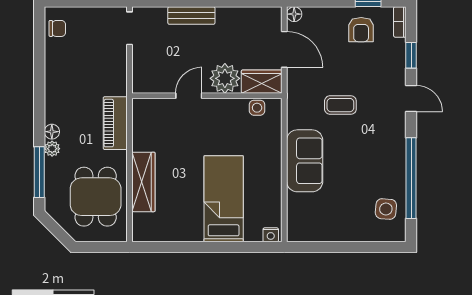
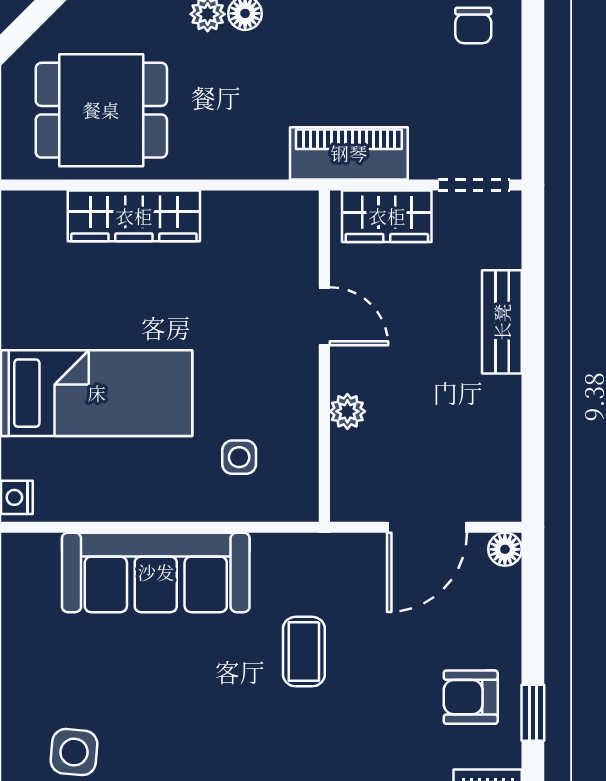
plant: (225, 78) -> (347, 411), width x0.53, depth x0.53
wardrobe: (262, 82) -> (387, 216), moved, turned 90
side table: (257, 108) -> (239, 457), moved
piano: (115, 123) -> (349, 153), moved
sofa: (305, 161) -> (156, 572), width x1.36

